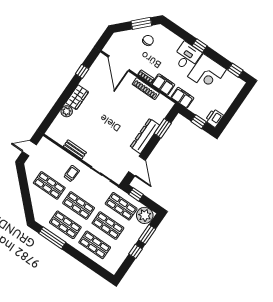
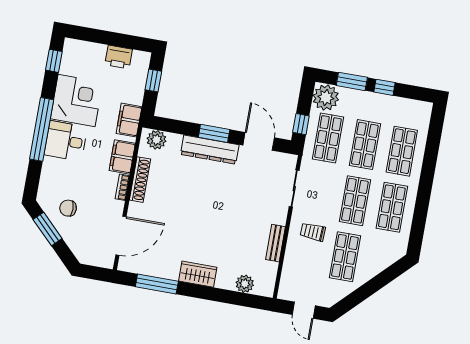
window: (200, 46) -> (42, 129), width x3.17
window: (82, 71) -> (157, 284), width x2.17
plant: (164, 108) -> (157, 140), added
plant: (67, 111) -> (245, 284), moved
printer: (214, 118) -> (119, 57), moved
window: (163, 128) -> (214, 133), moved
door: (137, 166) -> (259, 141), hinge flipped
window: (52, 238) -> (420, 218), removed

